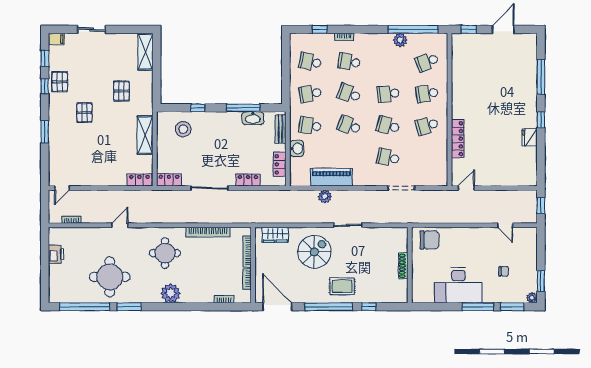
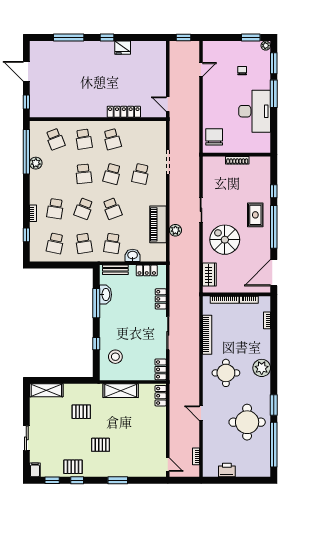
school desk: (349, 126) -> (112, 209), turned -42

